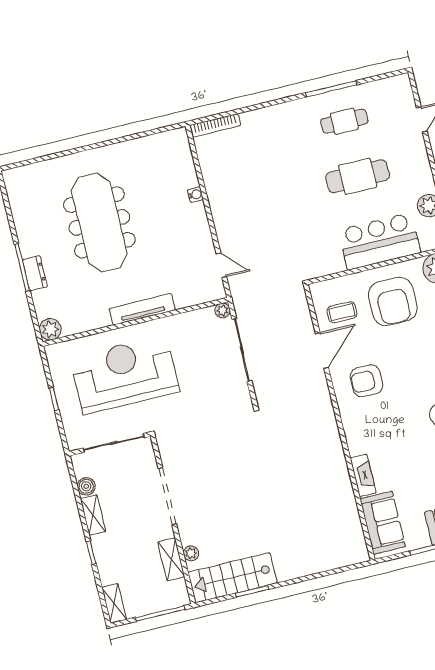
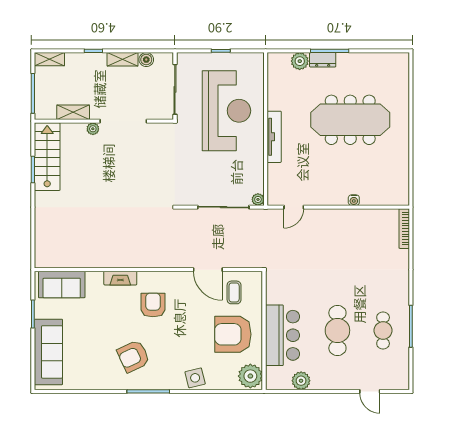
plant: (50, 329) -> (300, 61), moved
armchair: (366, 381) -> (153, 305), moved
fireplace: (363, 475) -> (120, 278), moved
plant: (191, 553) -> (93, 129), moved

